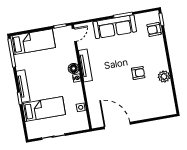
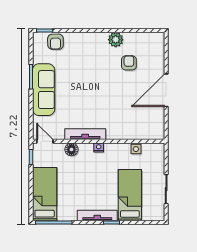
floor lamp: (74, 68) -> (71, 149), moved
armchair: (138, 73) -> (129, 63), moved
door: (117, 125) -> (166, 90), moved

